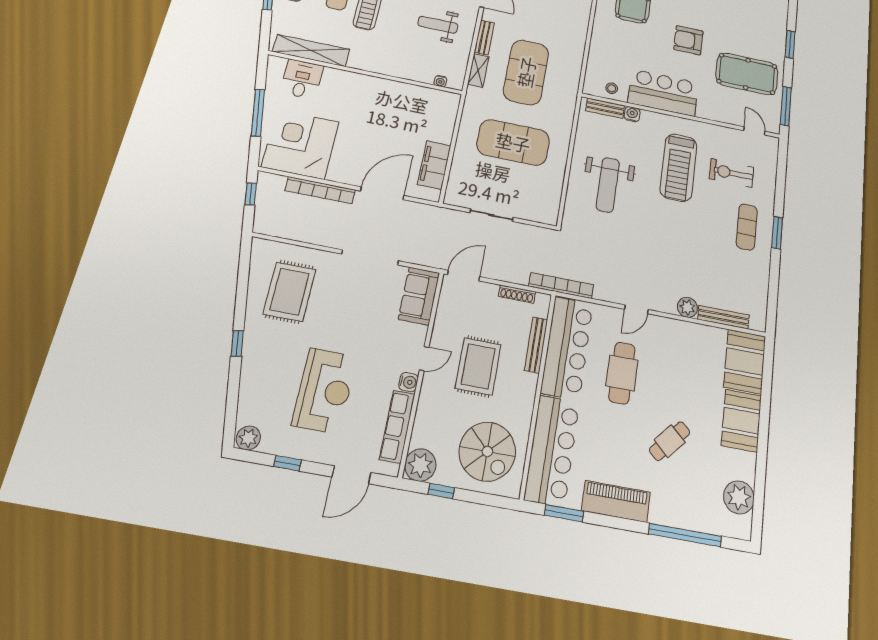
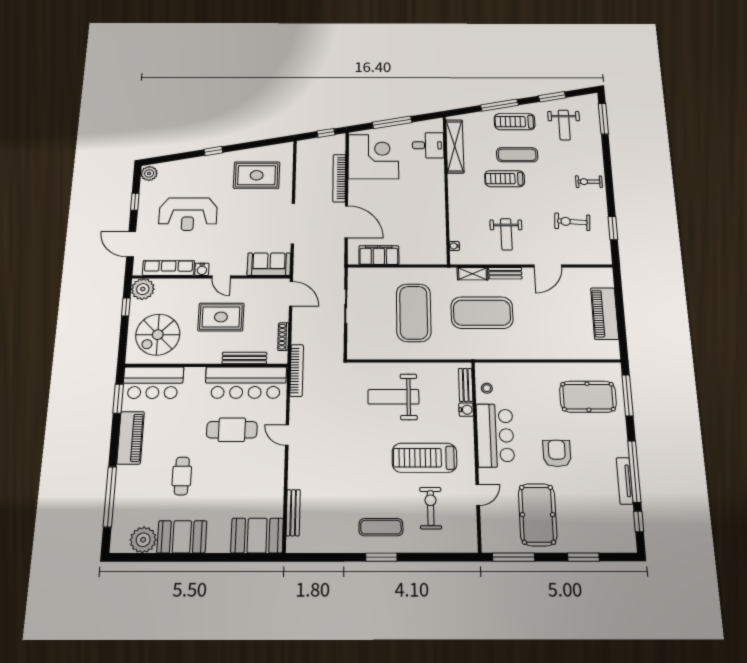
weight bench: (438, 25) -> (506, 234), turned 180
door: (754, 131) -> (478, 495), moved
plant: (687, 307) -> (296, 479), removed
booth: (741, 421) -> (182, 537), moved
cafe table: (670, 441) -> (182, 476), turned 48
bar counter: (552, 450) -> (153, 383), width x0.73

